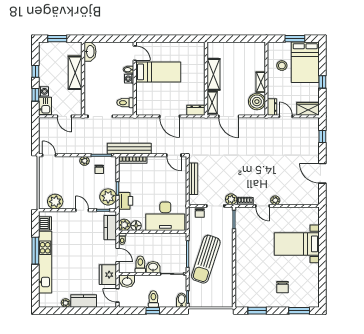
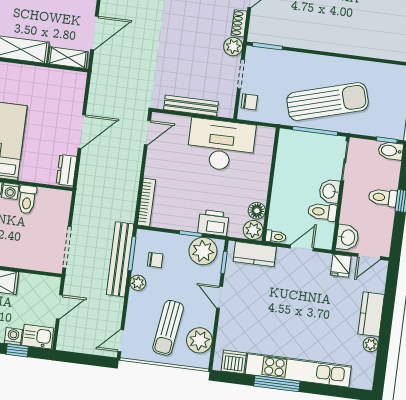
toilet: (125, 103) -> (27, 199), moved
dresser: (196, 110) -> (66, 170), moved
bench: (129, 149) -> (120, 259), moved
sun lounger: (60, 182) -> (168, 328), added
door: (82, 210) -> (220, 297), hinge flipped
desk: (165, 216) -> (221, 145), moved, turned -90
sun lounger: (206, 259) -> (328, 101), turned -34
fridge: (108, 275) -> (341, 266), width x0.53, depth x0.75

